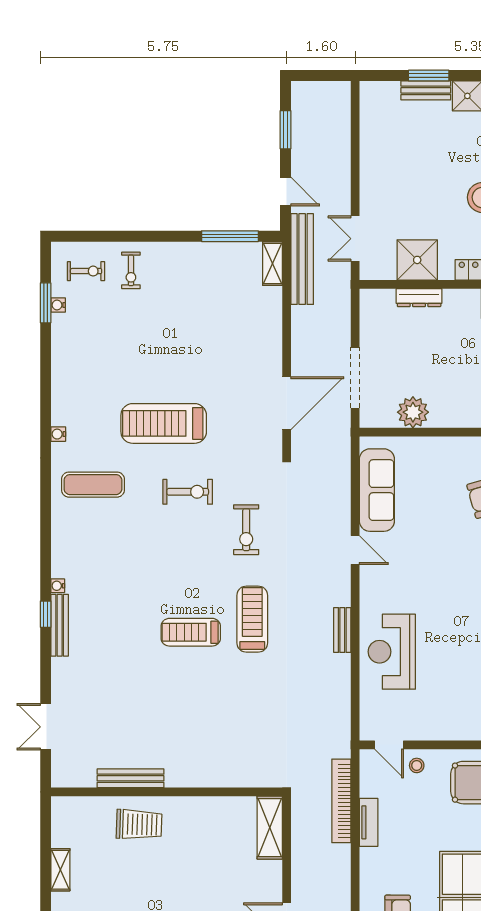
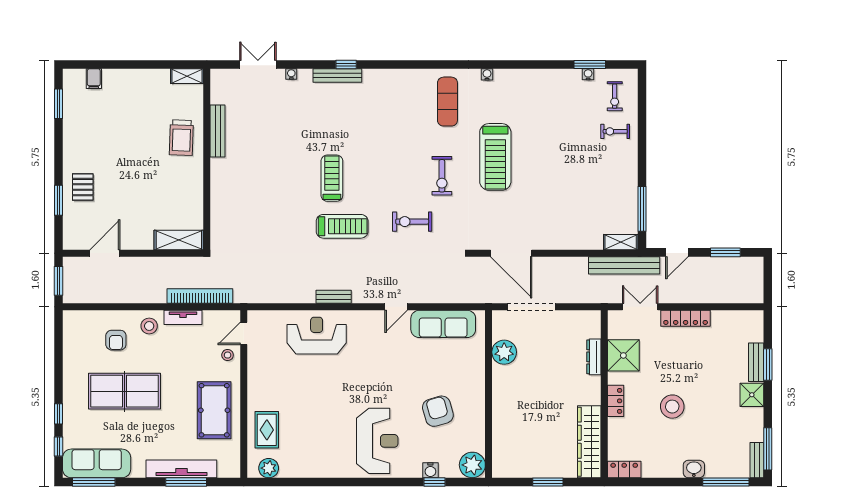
locker: (370, 181) -> (686, 318), added
treadmill: (164, 423) -> (495, 157), turned 180
water cooler: (58, 586) -> (291, 74), moved
stool: (380, 866) -> (149, 326), added
shelving: (60, 870) -> (187, 76), moved

